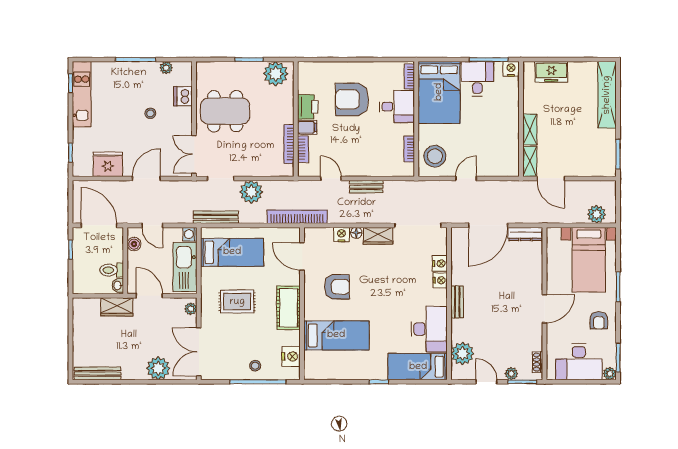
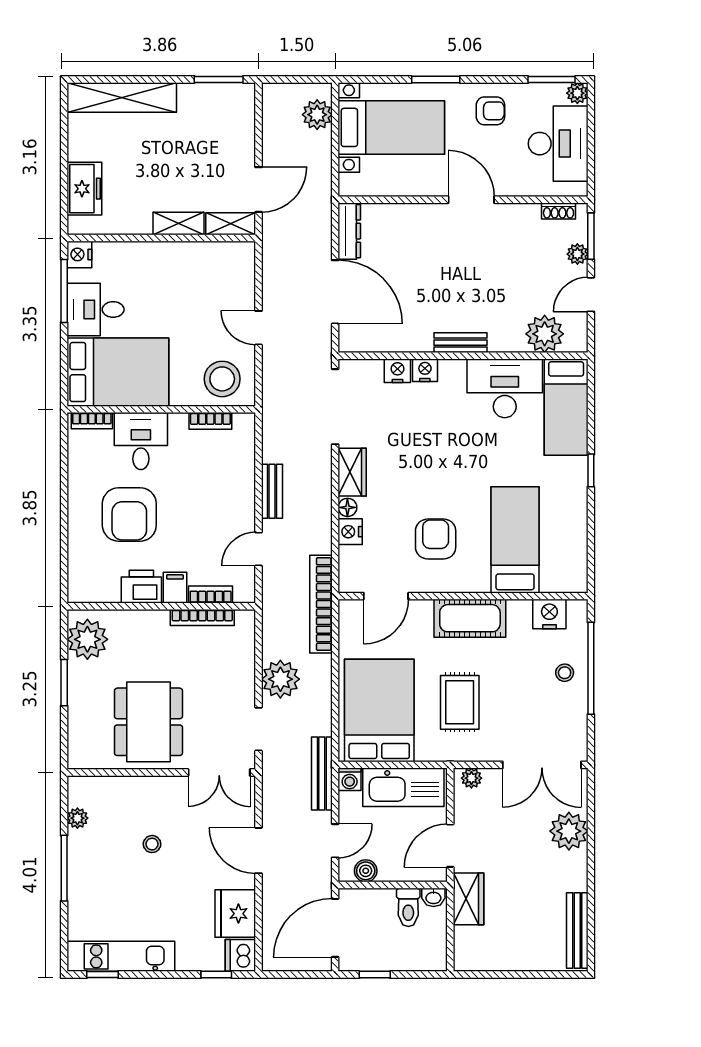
dishwasher: (183, 96) -> (240, 955), moved, turned 90
bench: (216, 217) -> (322, 774), moved
bed: (232, 252) -> (379, 710), width x1.50

